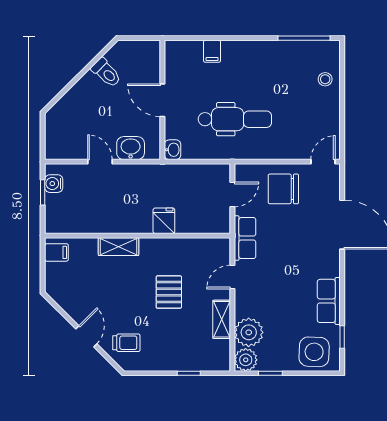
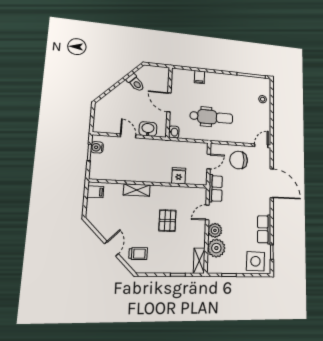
fridge: (164, 221) -> (179, 176), moved
shelving: (222, 319) -> (199, 261), moved
plant: (246, 360) -> (215, 230), moved

